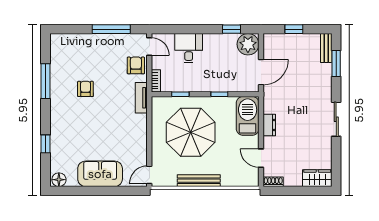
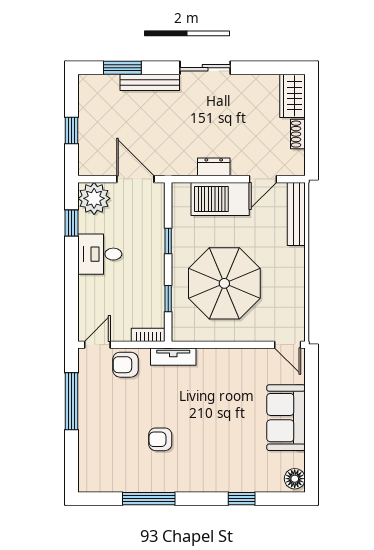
desk: (189, 48) -> (100, 254), moved
bench: (326, 48) -> (150, 82), moved, width x1.36
barbecue: (248, 116) -> (220, 199), moved
bench: (199, 181) -> (296, 214), moved
shoe rack: (273, 182) -> (298, 134), moved

